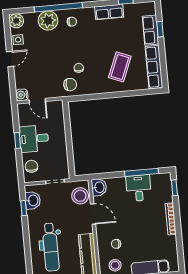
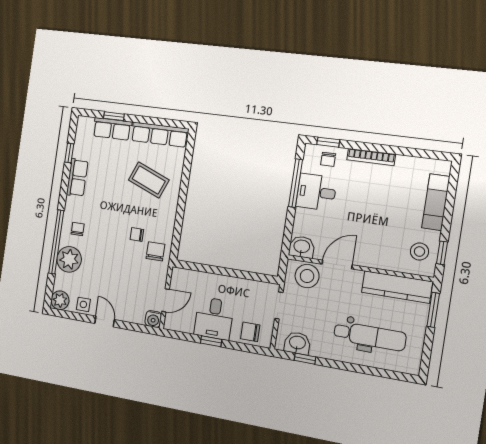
chair: (116, 244) -> (328, 159), moved

